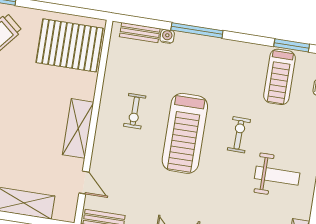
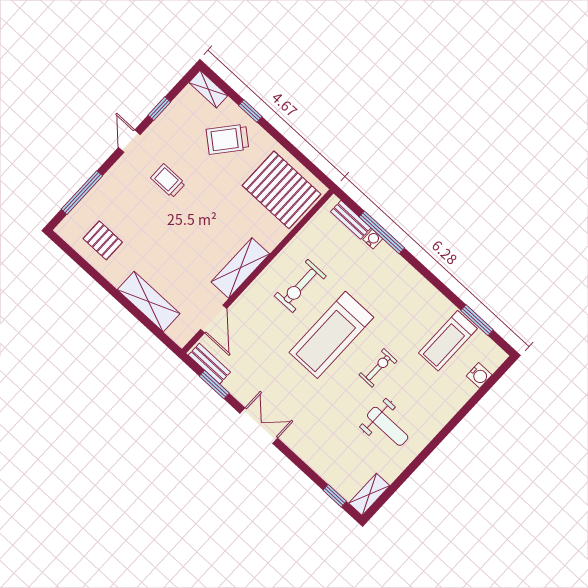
window: (197, 30) -> (382, 232), moved
exercise bike: (135, 111) -> (300, 286), width x1.38, depth x1.39
door: (84, 183) -> (214, 319), width x1.38

